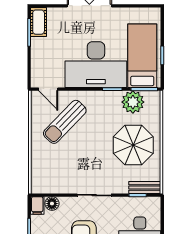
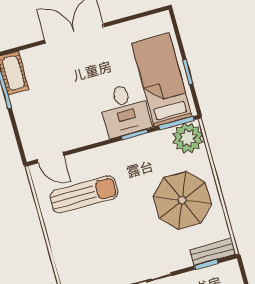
desk: (96, 65) -> (125, 110), width x0.53, depth x0.77
plant: (133, 102) -> (188, 138), moved
sun lounger: (65, 122) -> (84, 195), turned -134

